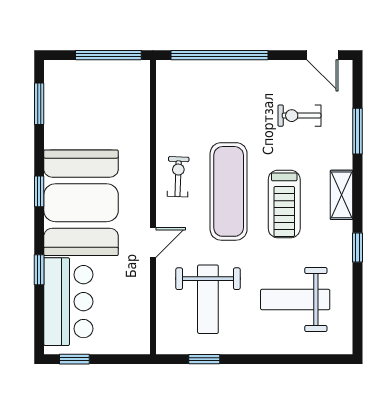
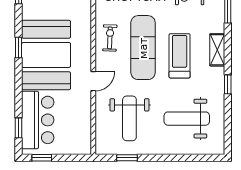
treadmill: (284, 204) -> (180, 56), turned 180
window: (39, 270) -> (19, 128), moved

